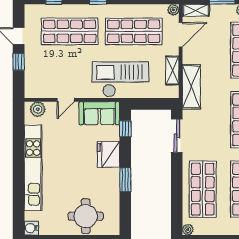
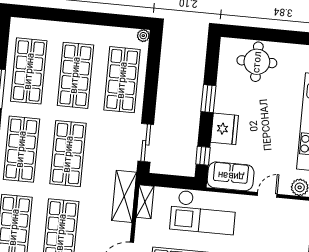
shelving: (172, 70) -> (145, 202), moved

